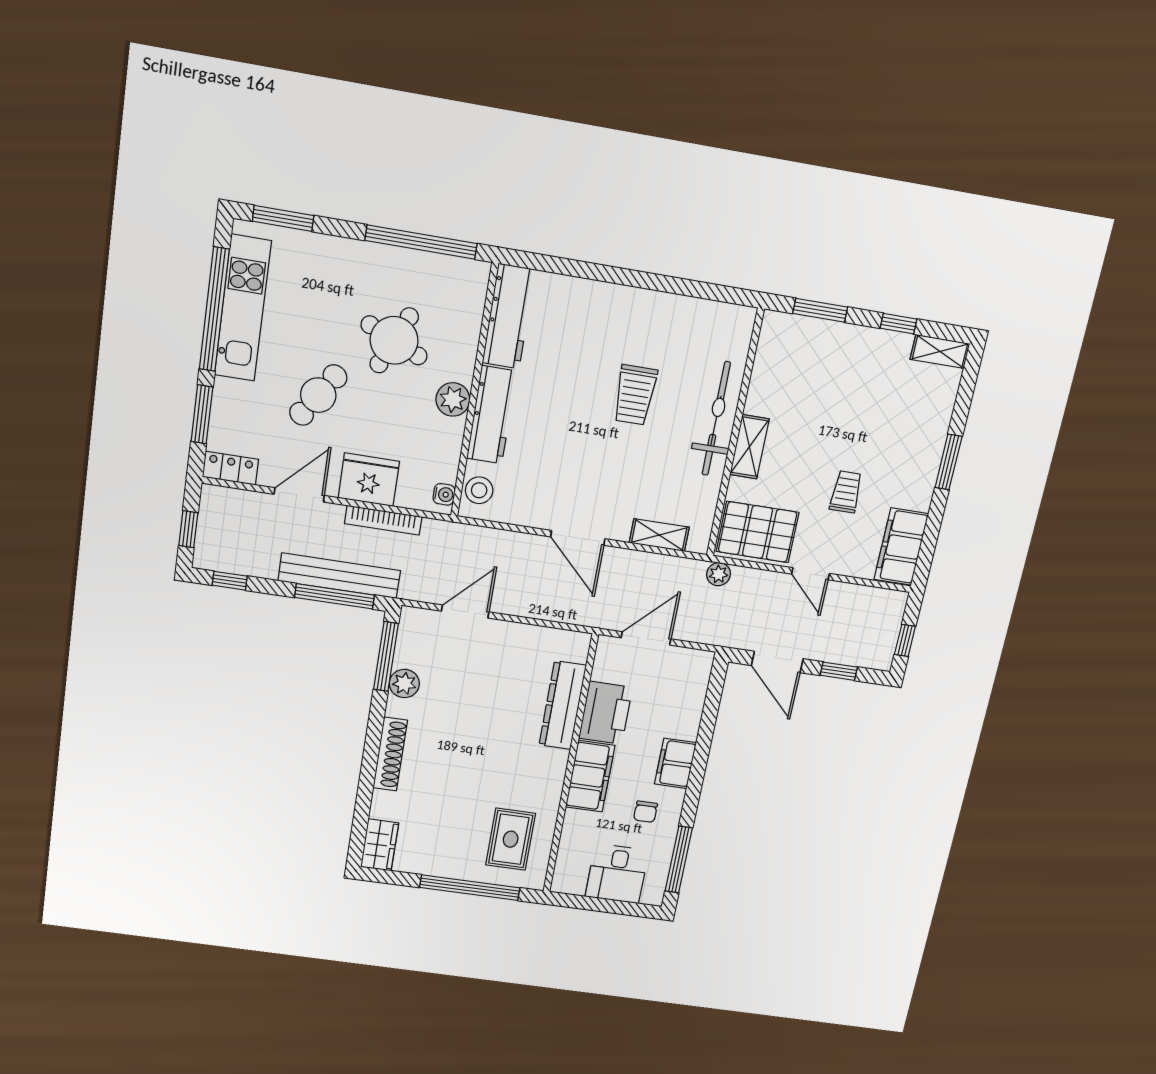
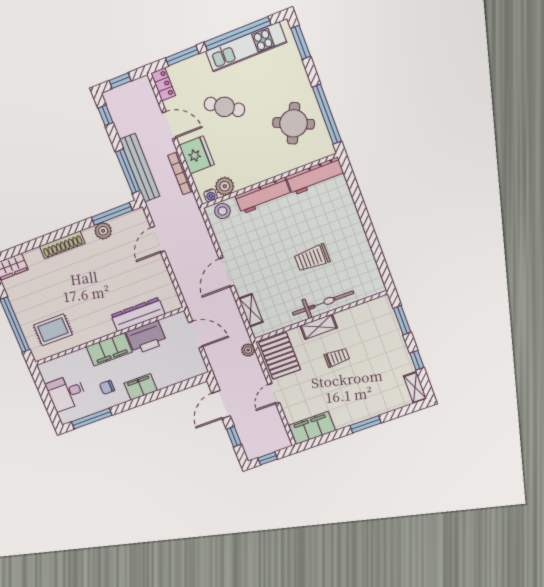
round table: (394, 340) -> (294, 123), moved
plant: (453, 399) -> (225, 186), moved
trolley: (846, 492) -> (337, 357), moved
door: (465, 612) -> (158, 239), swing flipped

